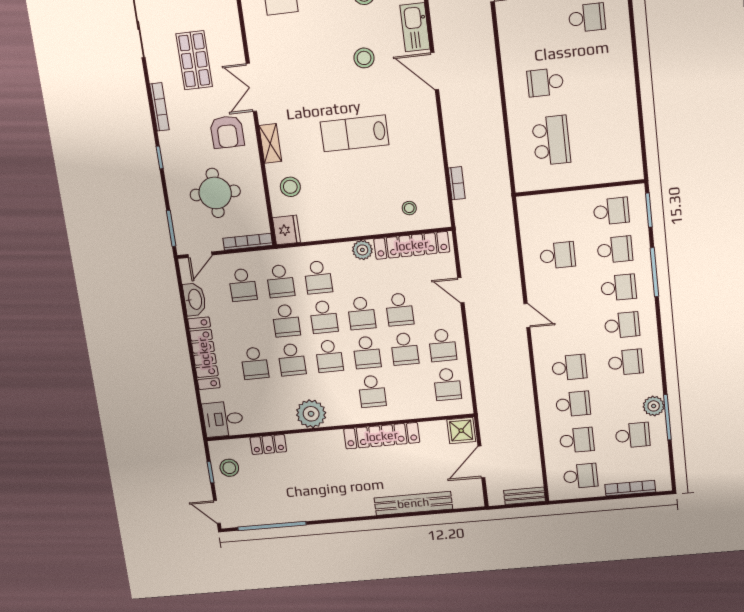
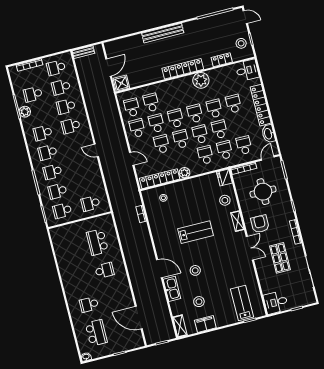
school desk: (558, 255) -> (90, 203), moved
school desk: (372, 391) -> (151, 103), moved
locker: (382, 436) -> (183, 69), moved
bench: (413, 503) -> (163, 33), moved

